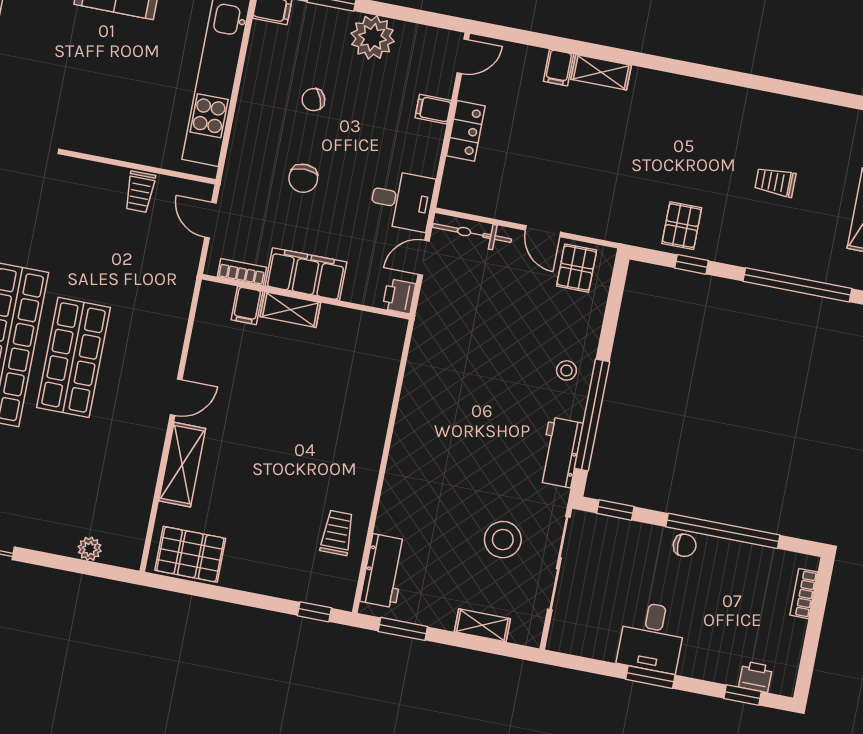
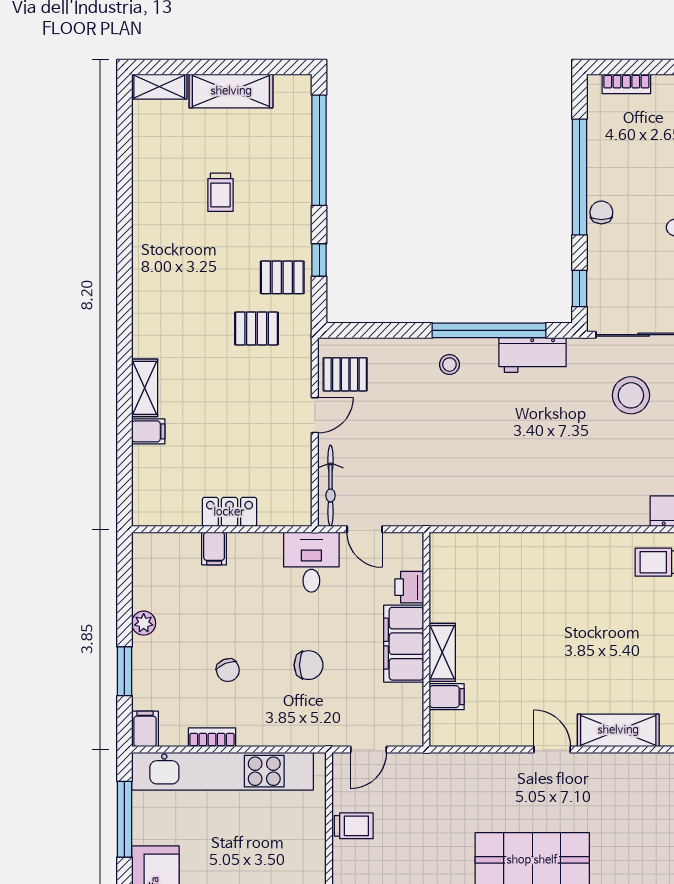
plant: (373, 37) -> (144, 623), width x0.53, depth x0.53
door: (463, 56) -> (155, 529), removed
pallet: (637, 191) -> (257, 328), added
bookcase: (242, 272) -> (212, 737), moved, turned 90
printer: (399, 296) -> (409, 587), moved, turned 90

